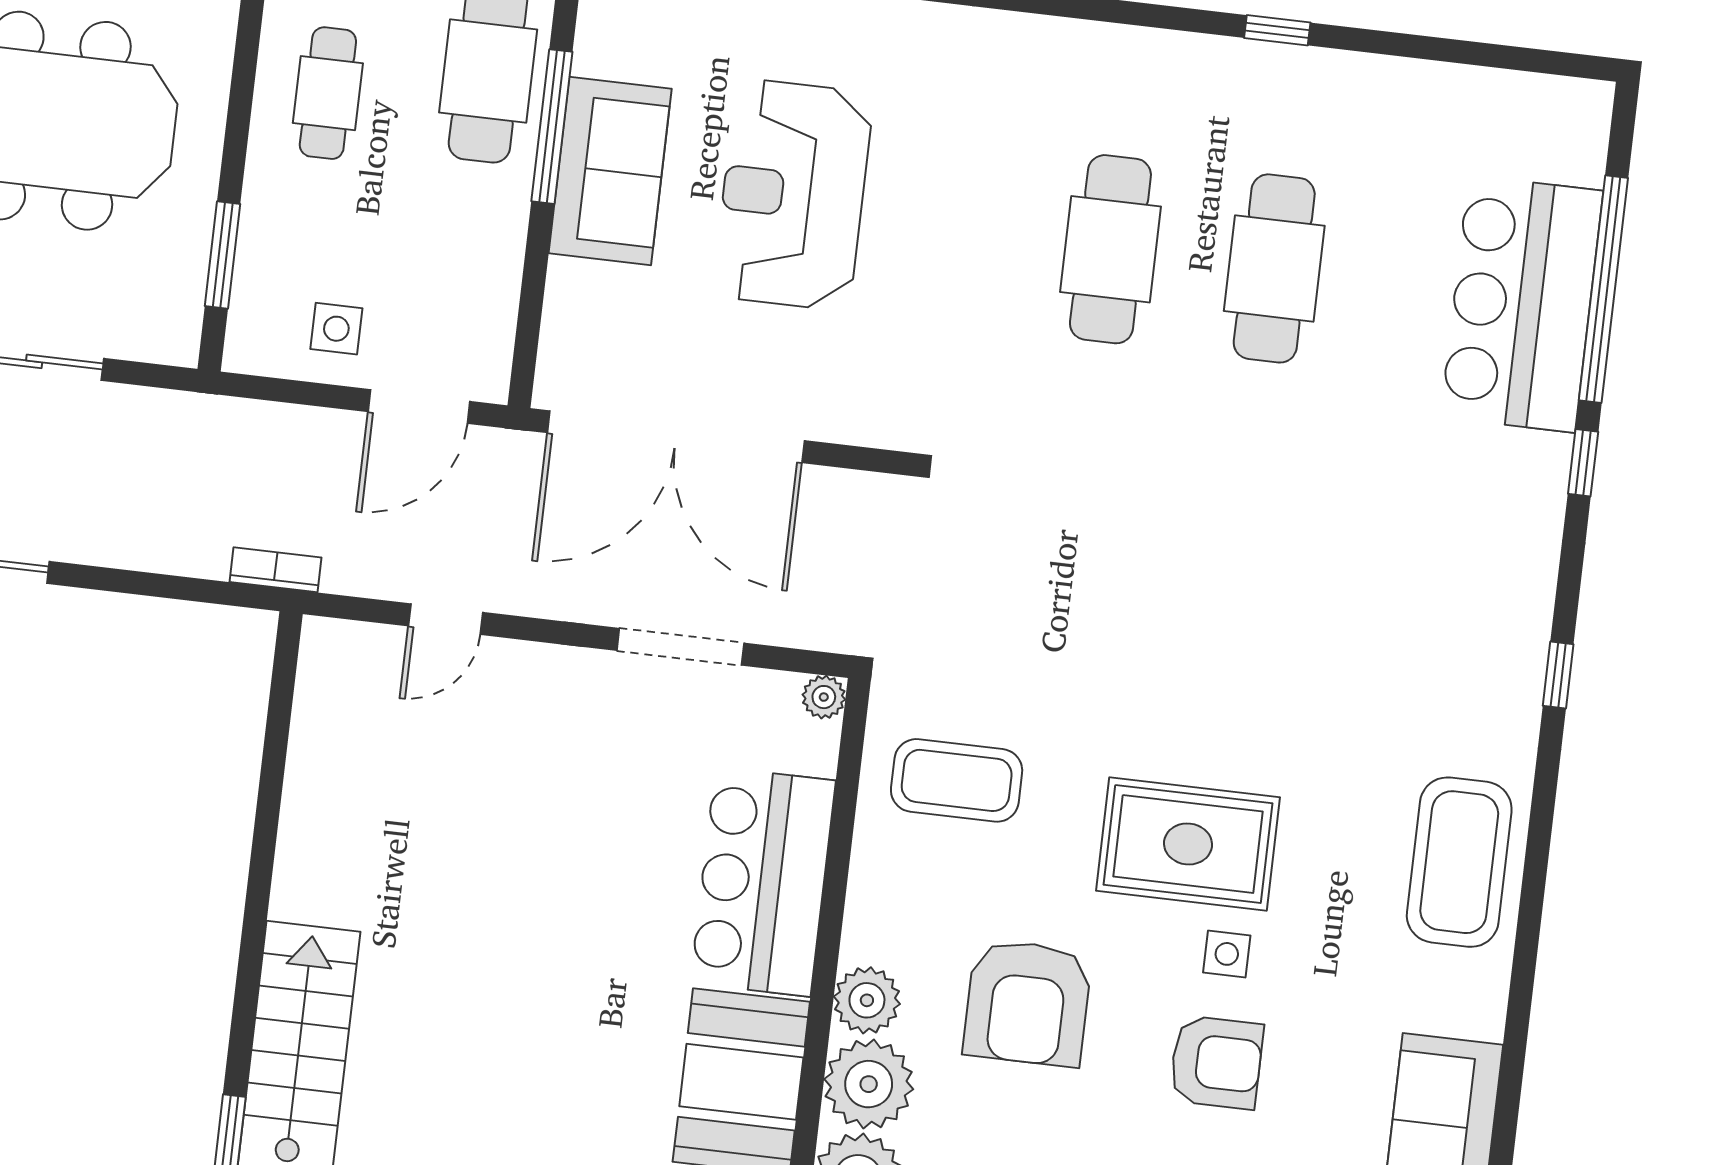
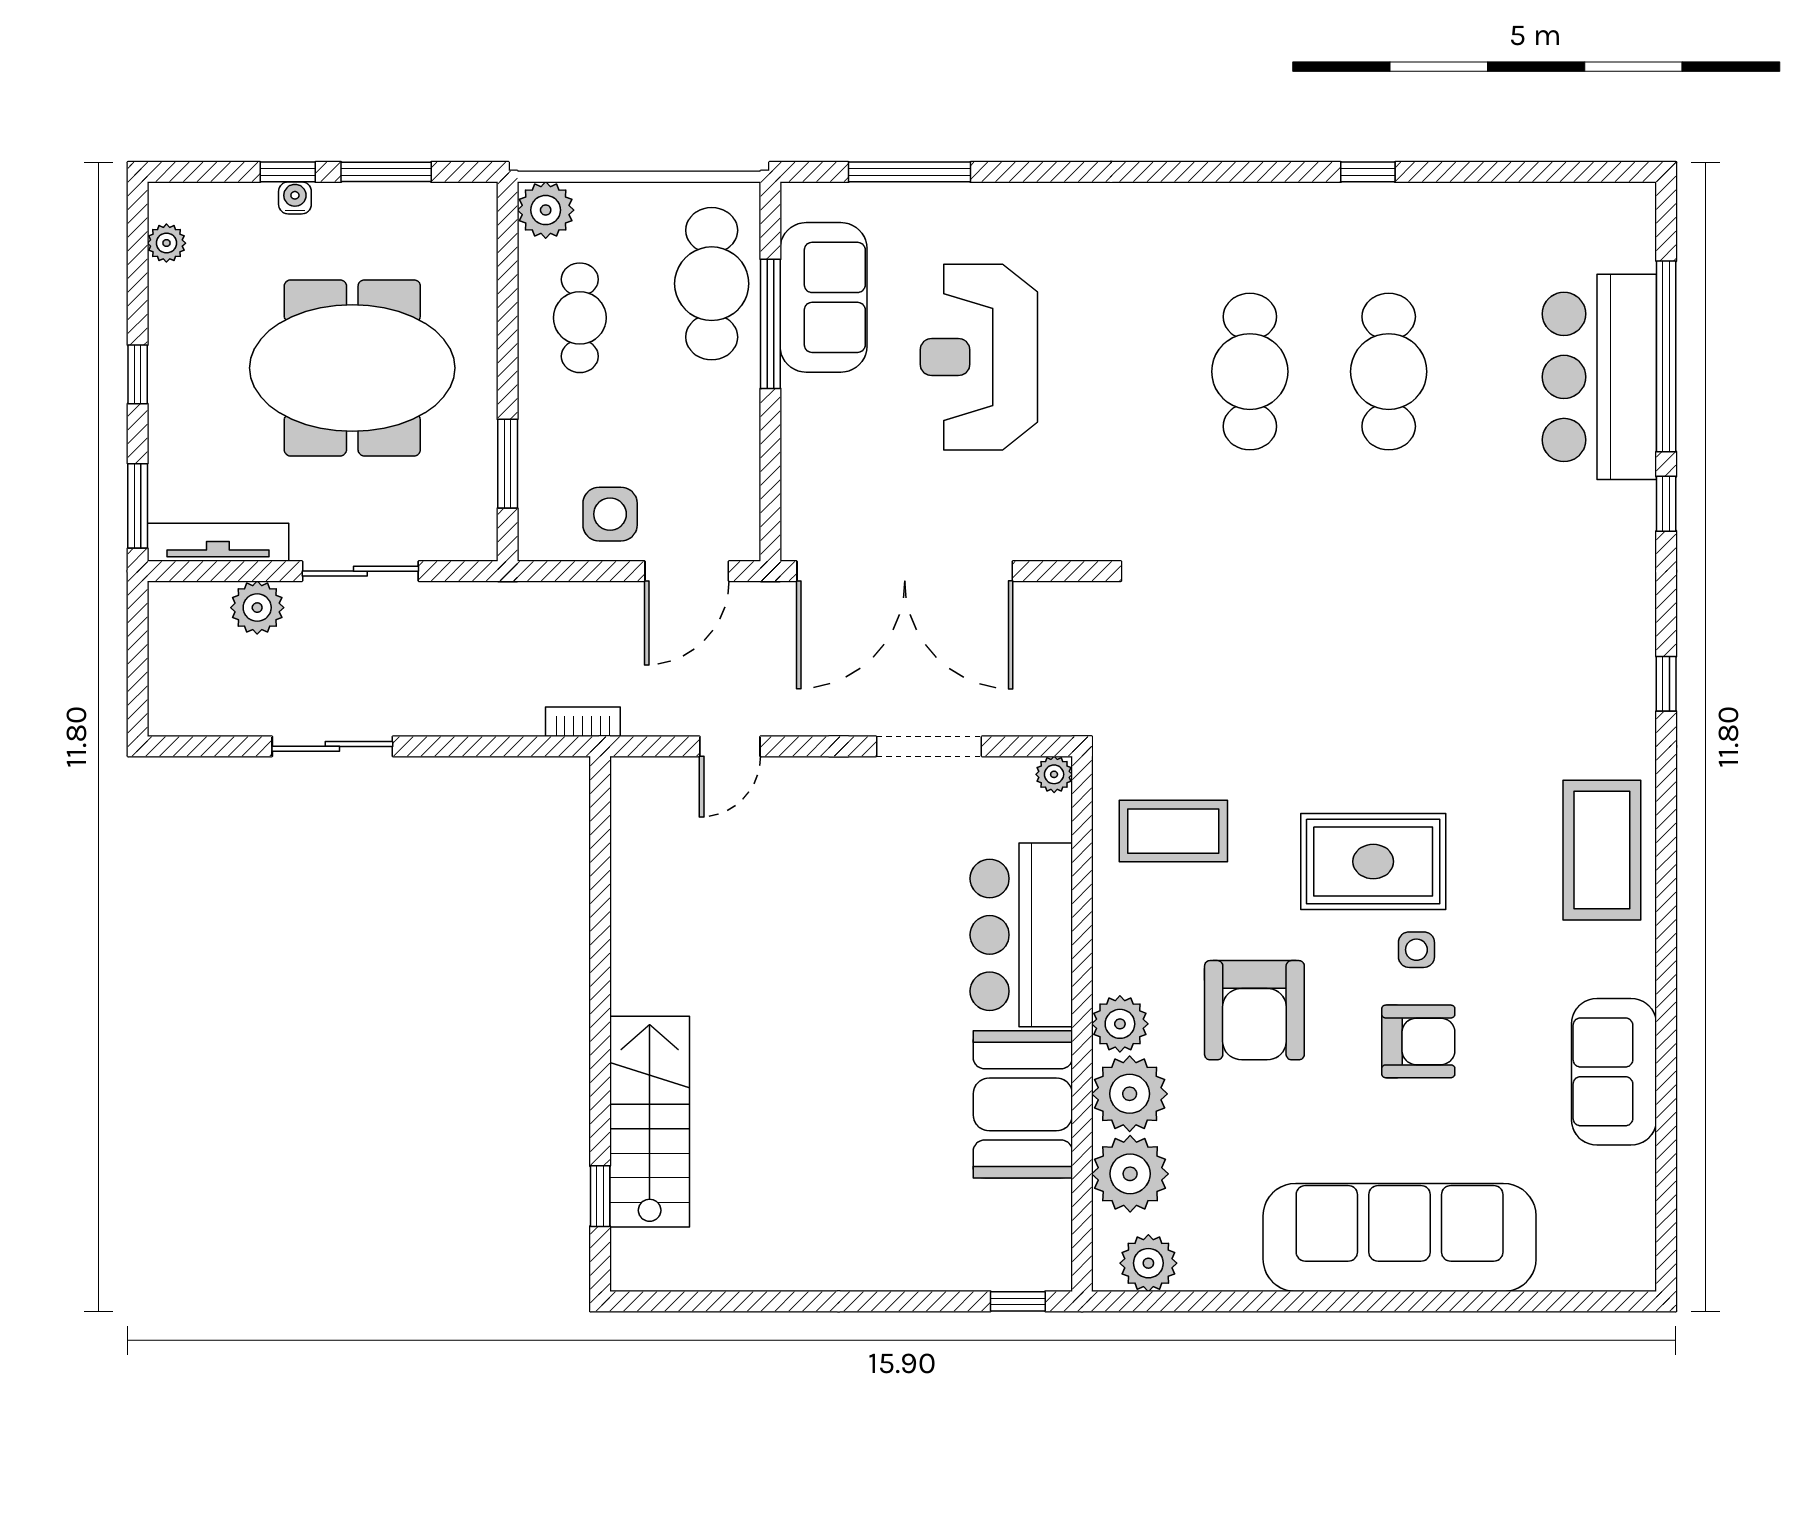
sofa: (610, 171) -> (824, 297), moved
side table: (336, 329) -> (610, 514), width x1.37, depth x1.37

